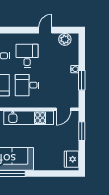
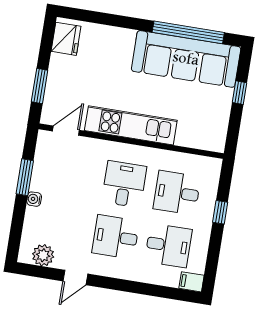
desk: (27, 56) -> (116, 237), turned 90
desk: (27, 85) -> (124, 184), turned -90

